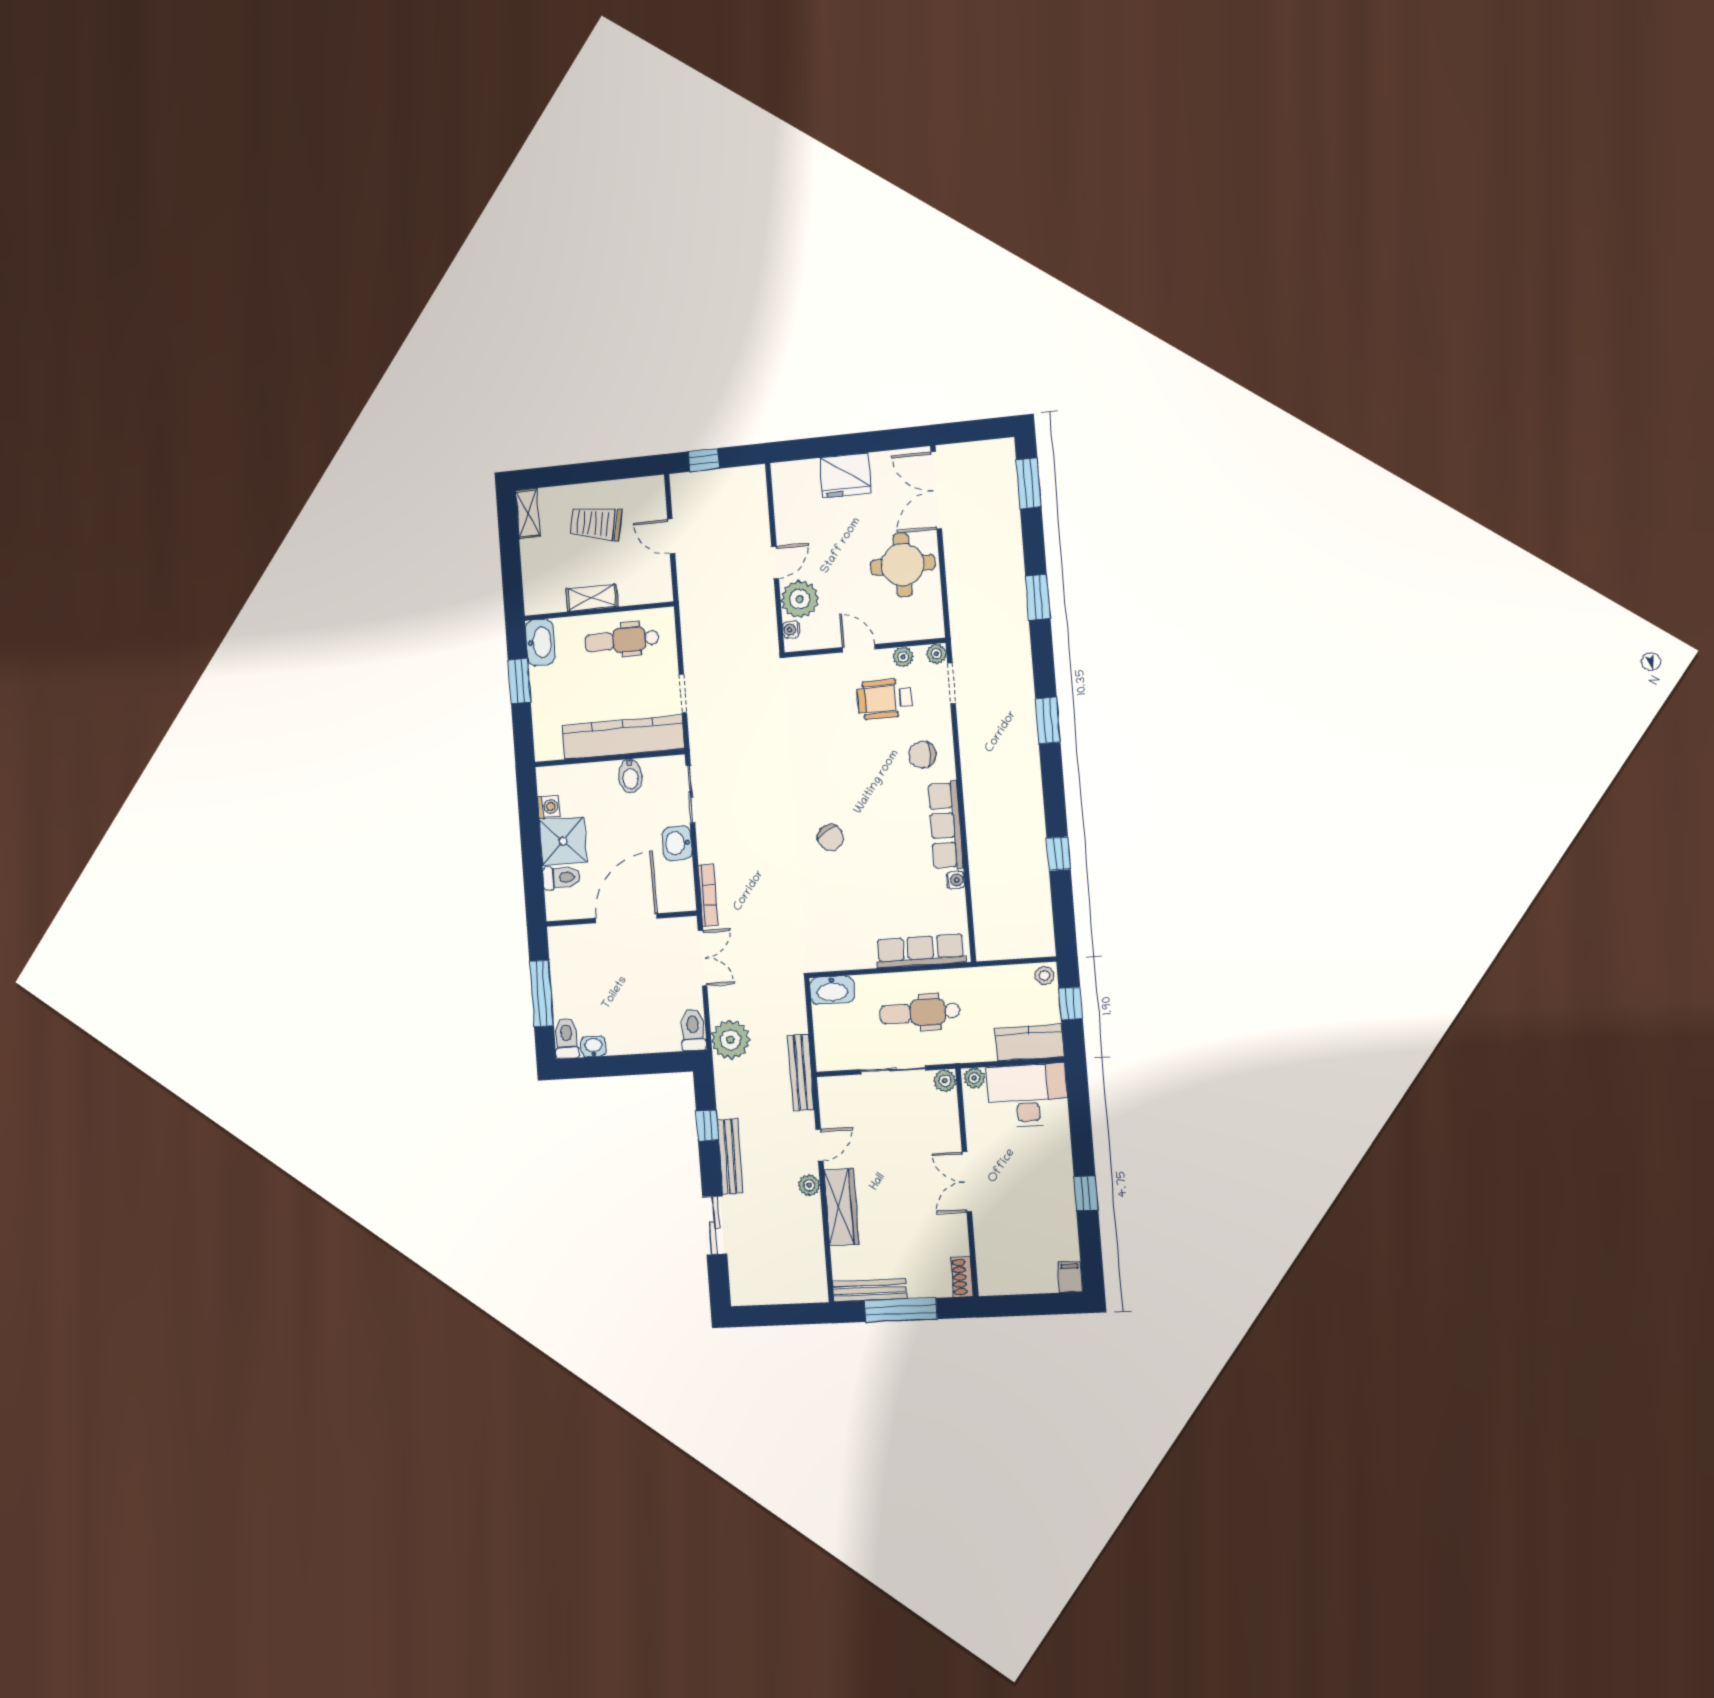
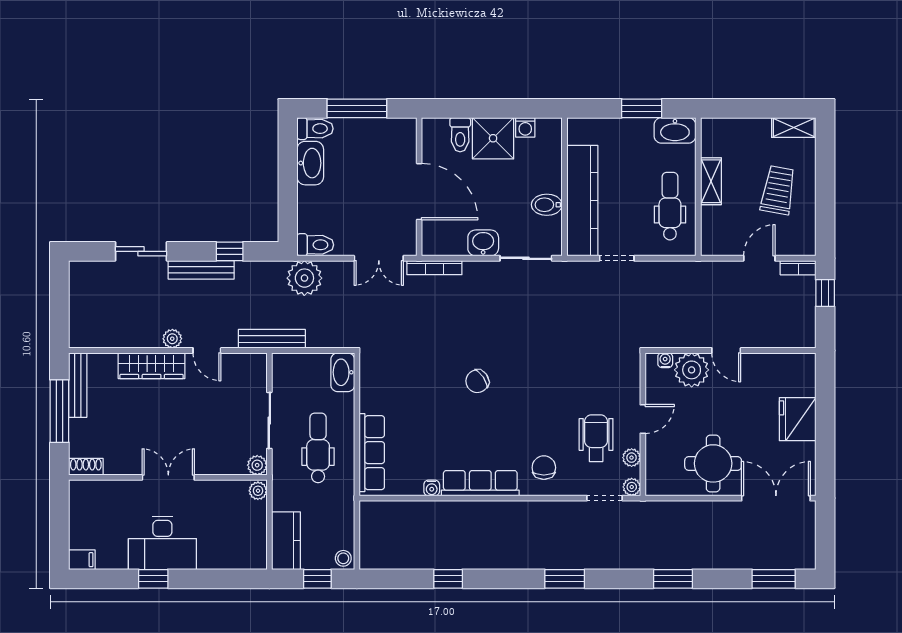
bookcase: (678, 493) -> (798, 268), added
washbasin: (593, 1047) -> (310, 163), width x1.91, depth x1.45
desk: (1028, 1095) -> (162, 543), moved, turned 90

